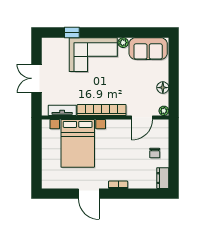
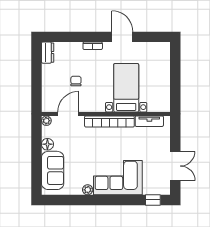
window: (72, 33) -> (153, 200), moved
sofa: (148, 49) -> (53, 170), moved, turned 90
double door: (36, 78) -> (175, 166), moved
bed with nightstands: (78, 143) -> (126, 88), width x0.73
chair: (155, 153) -> (76, 81), moved

